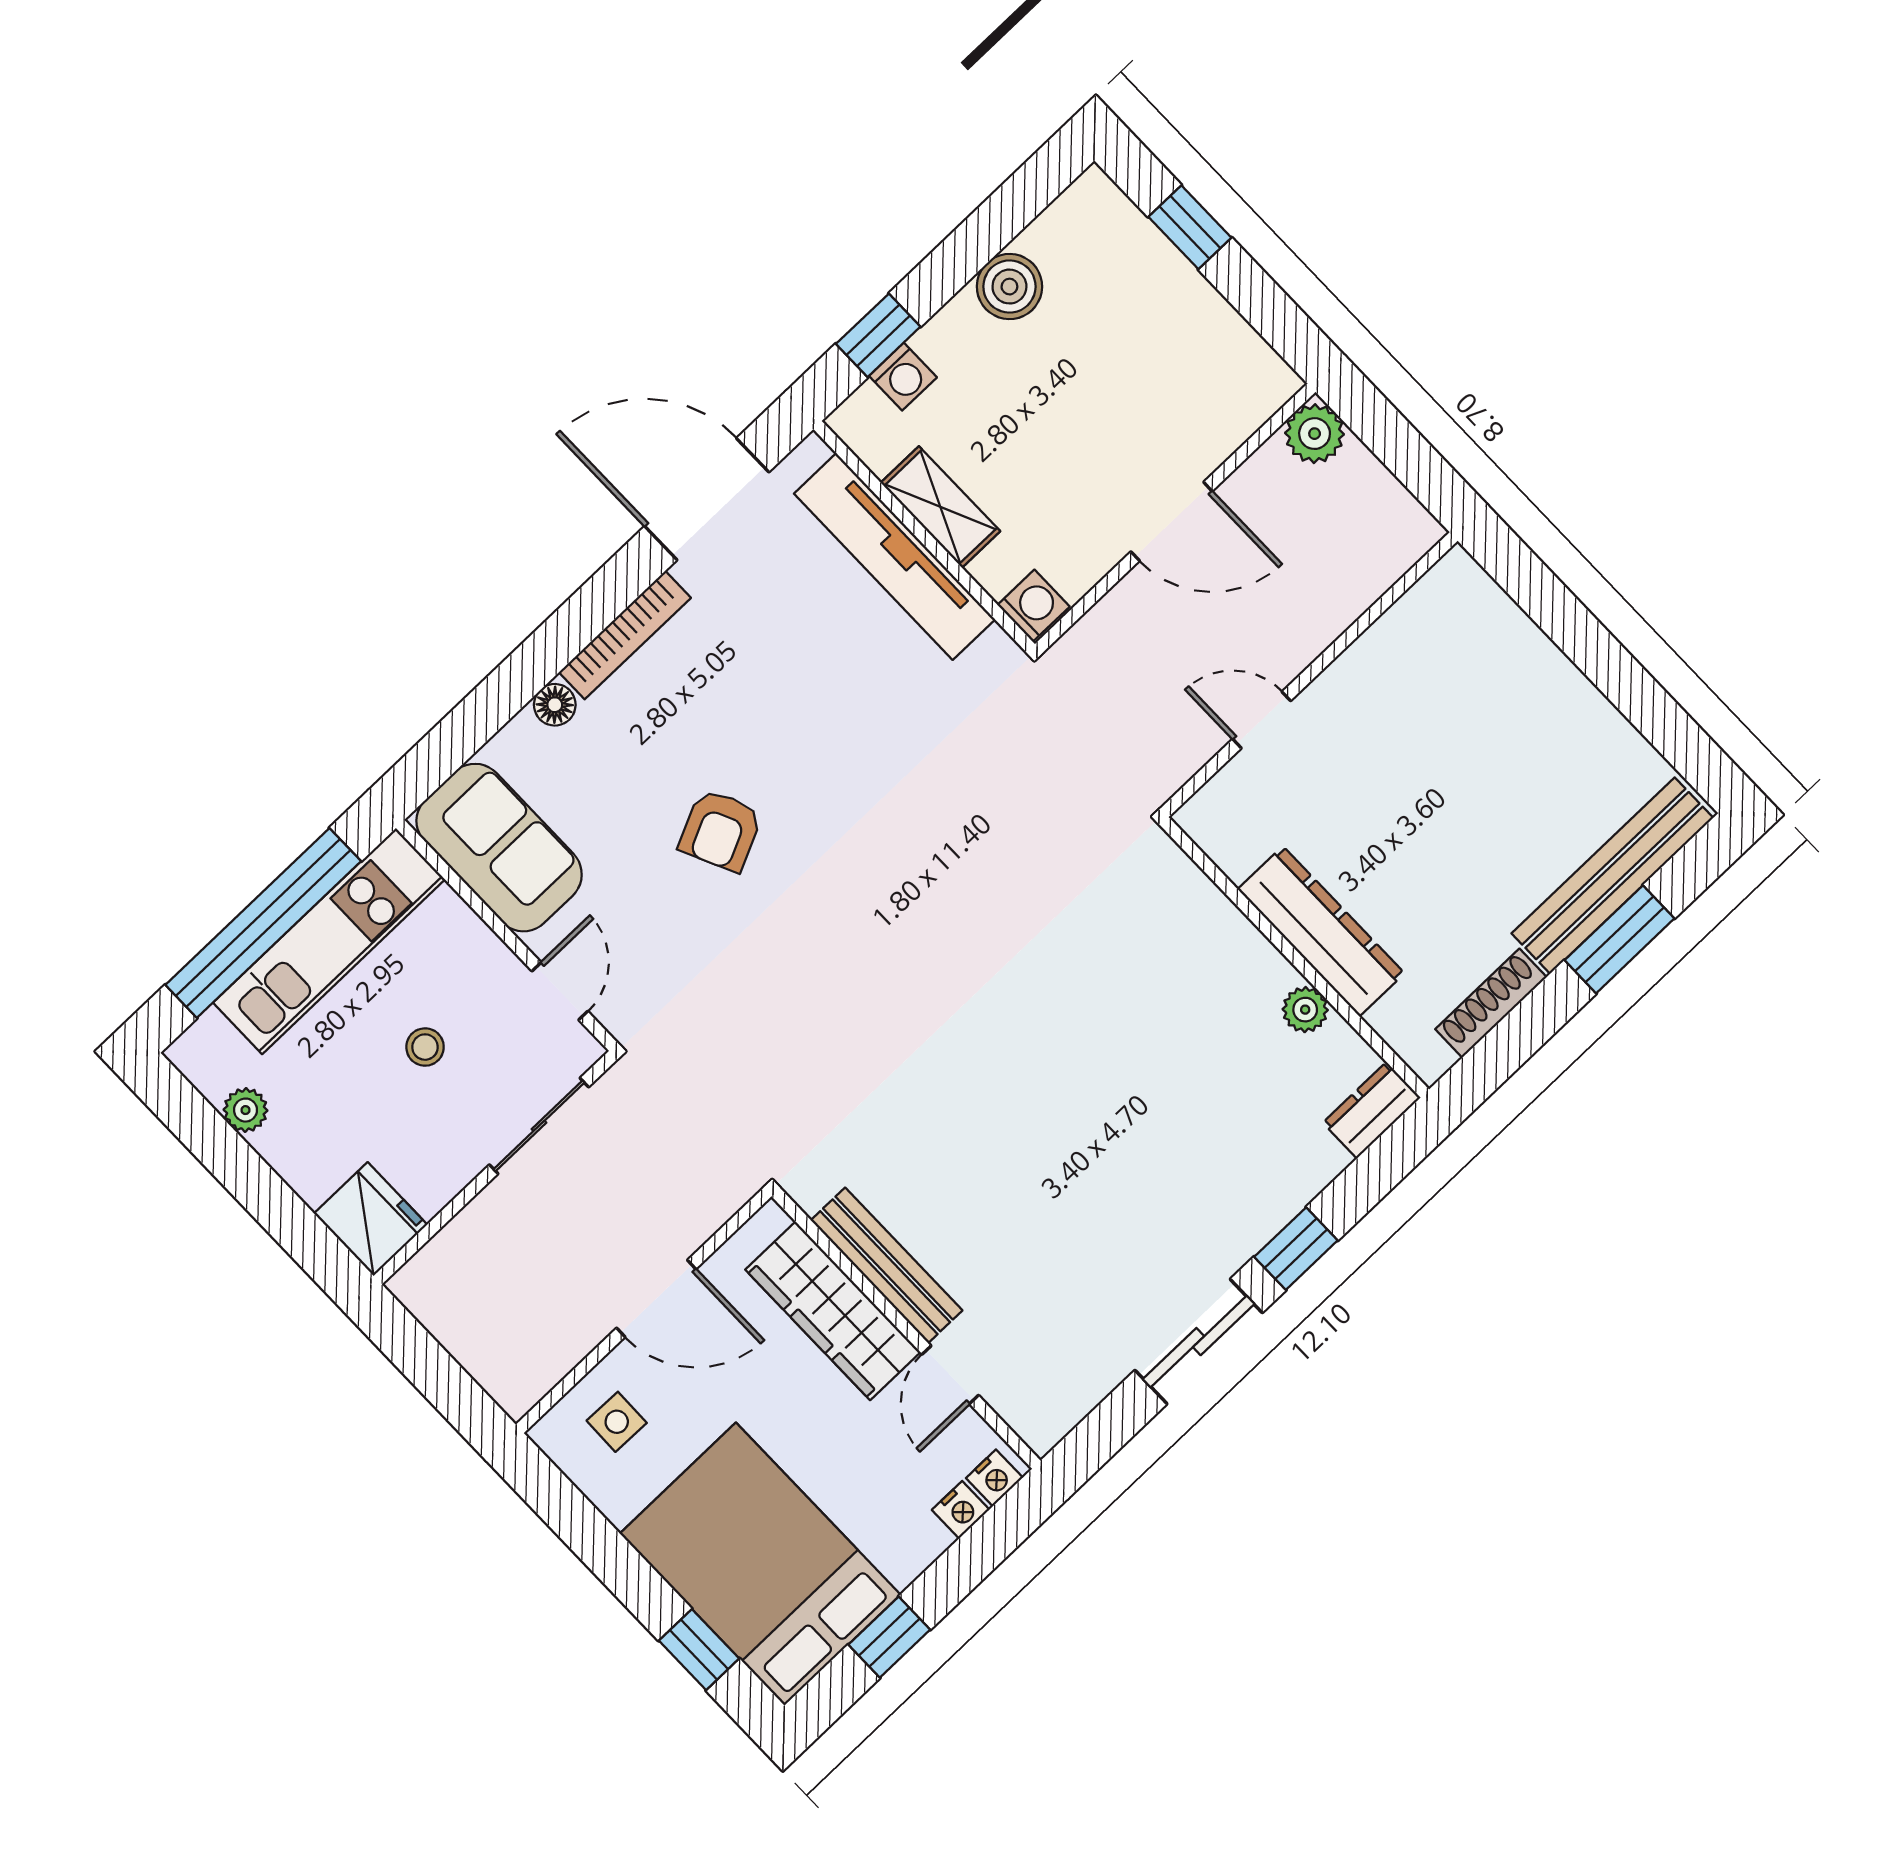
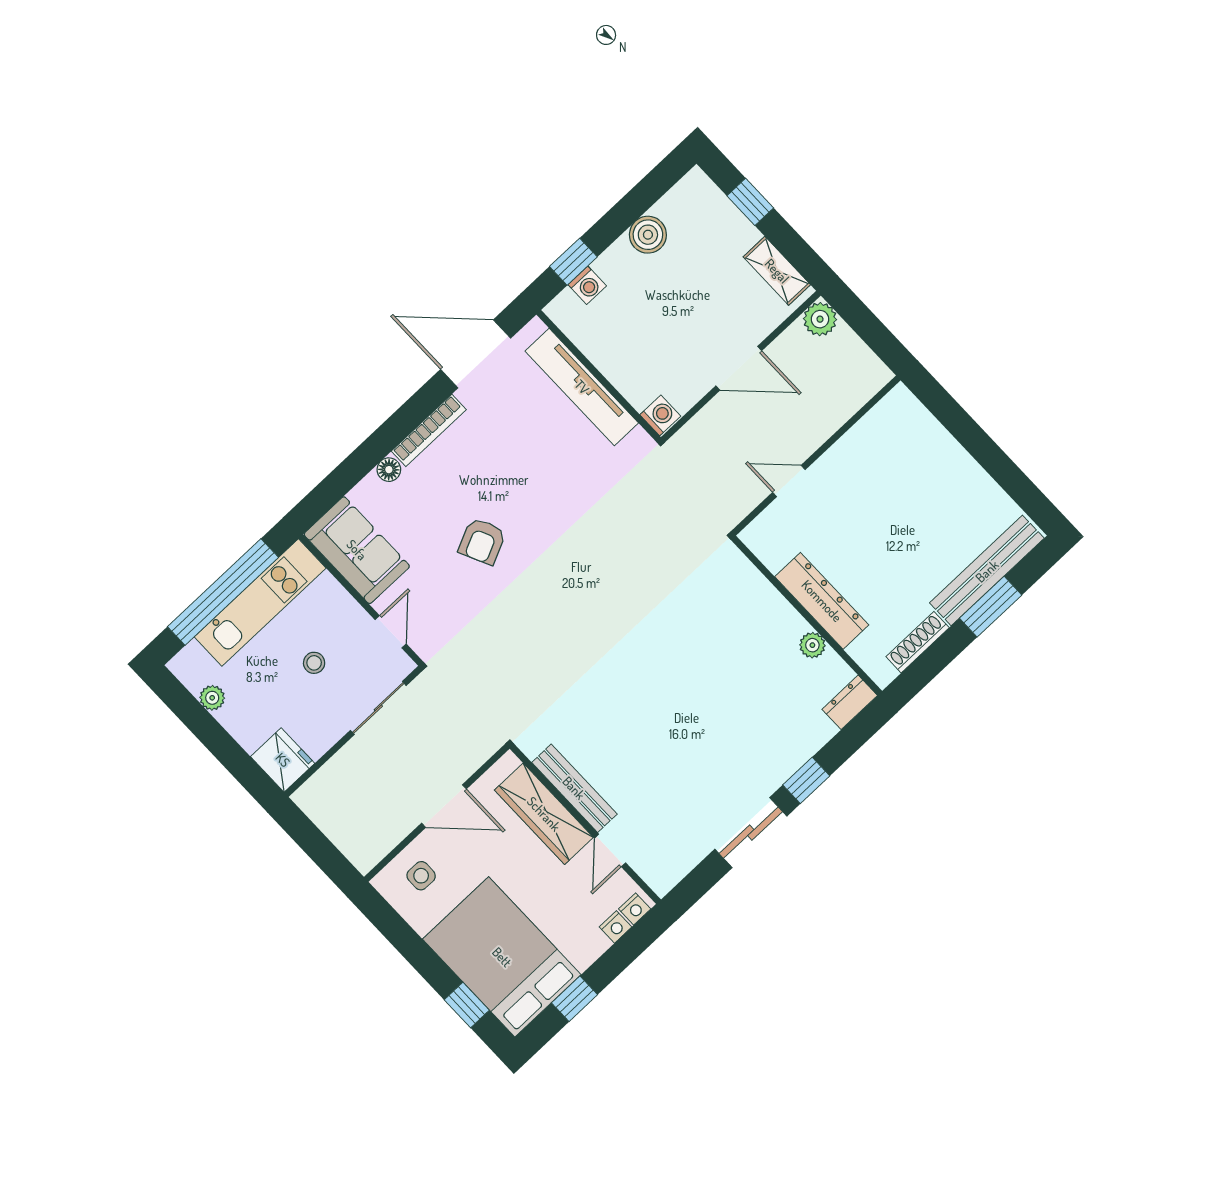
shelving: (940, 507) -> (777, 271), moved

